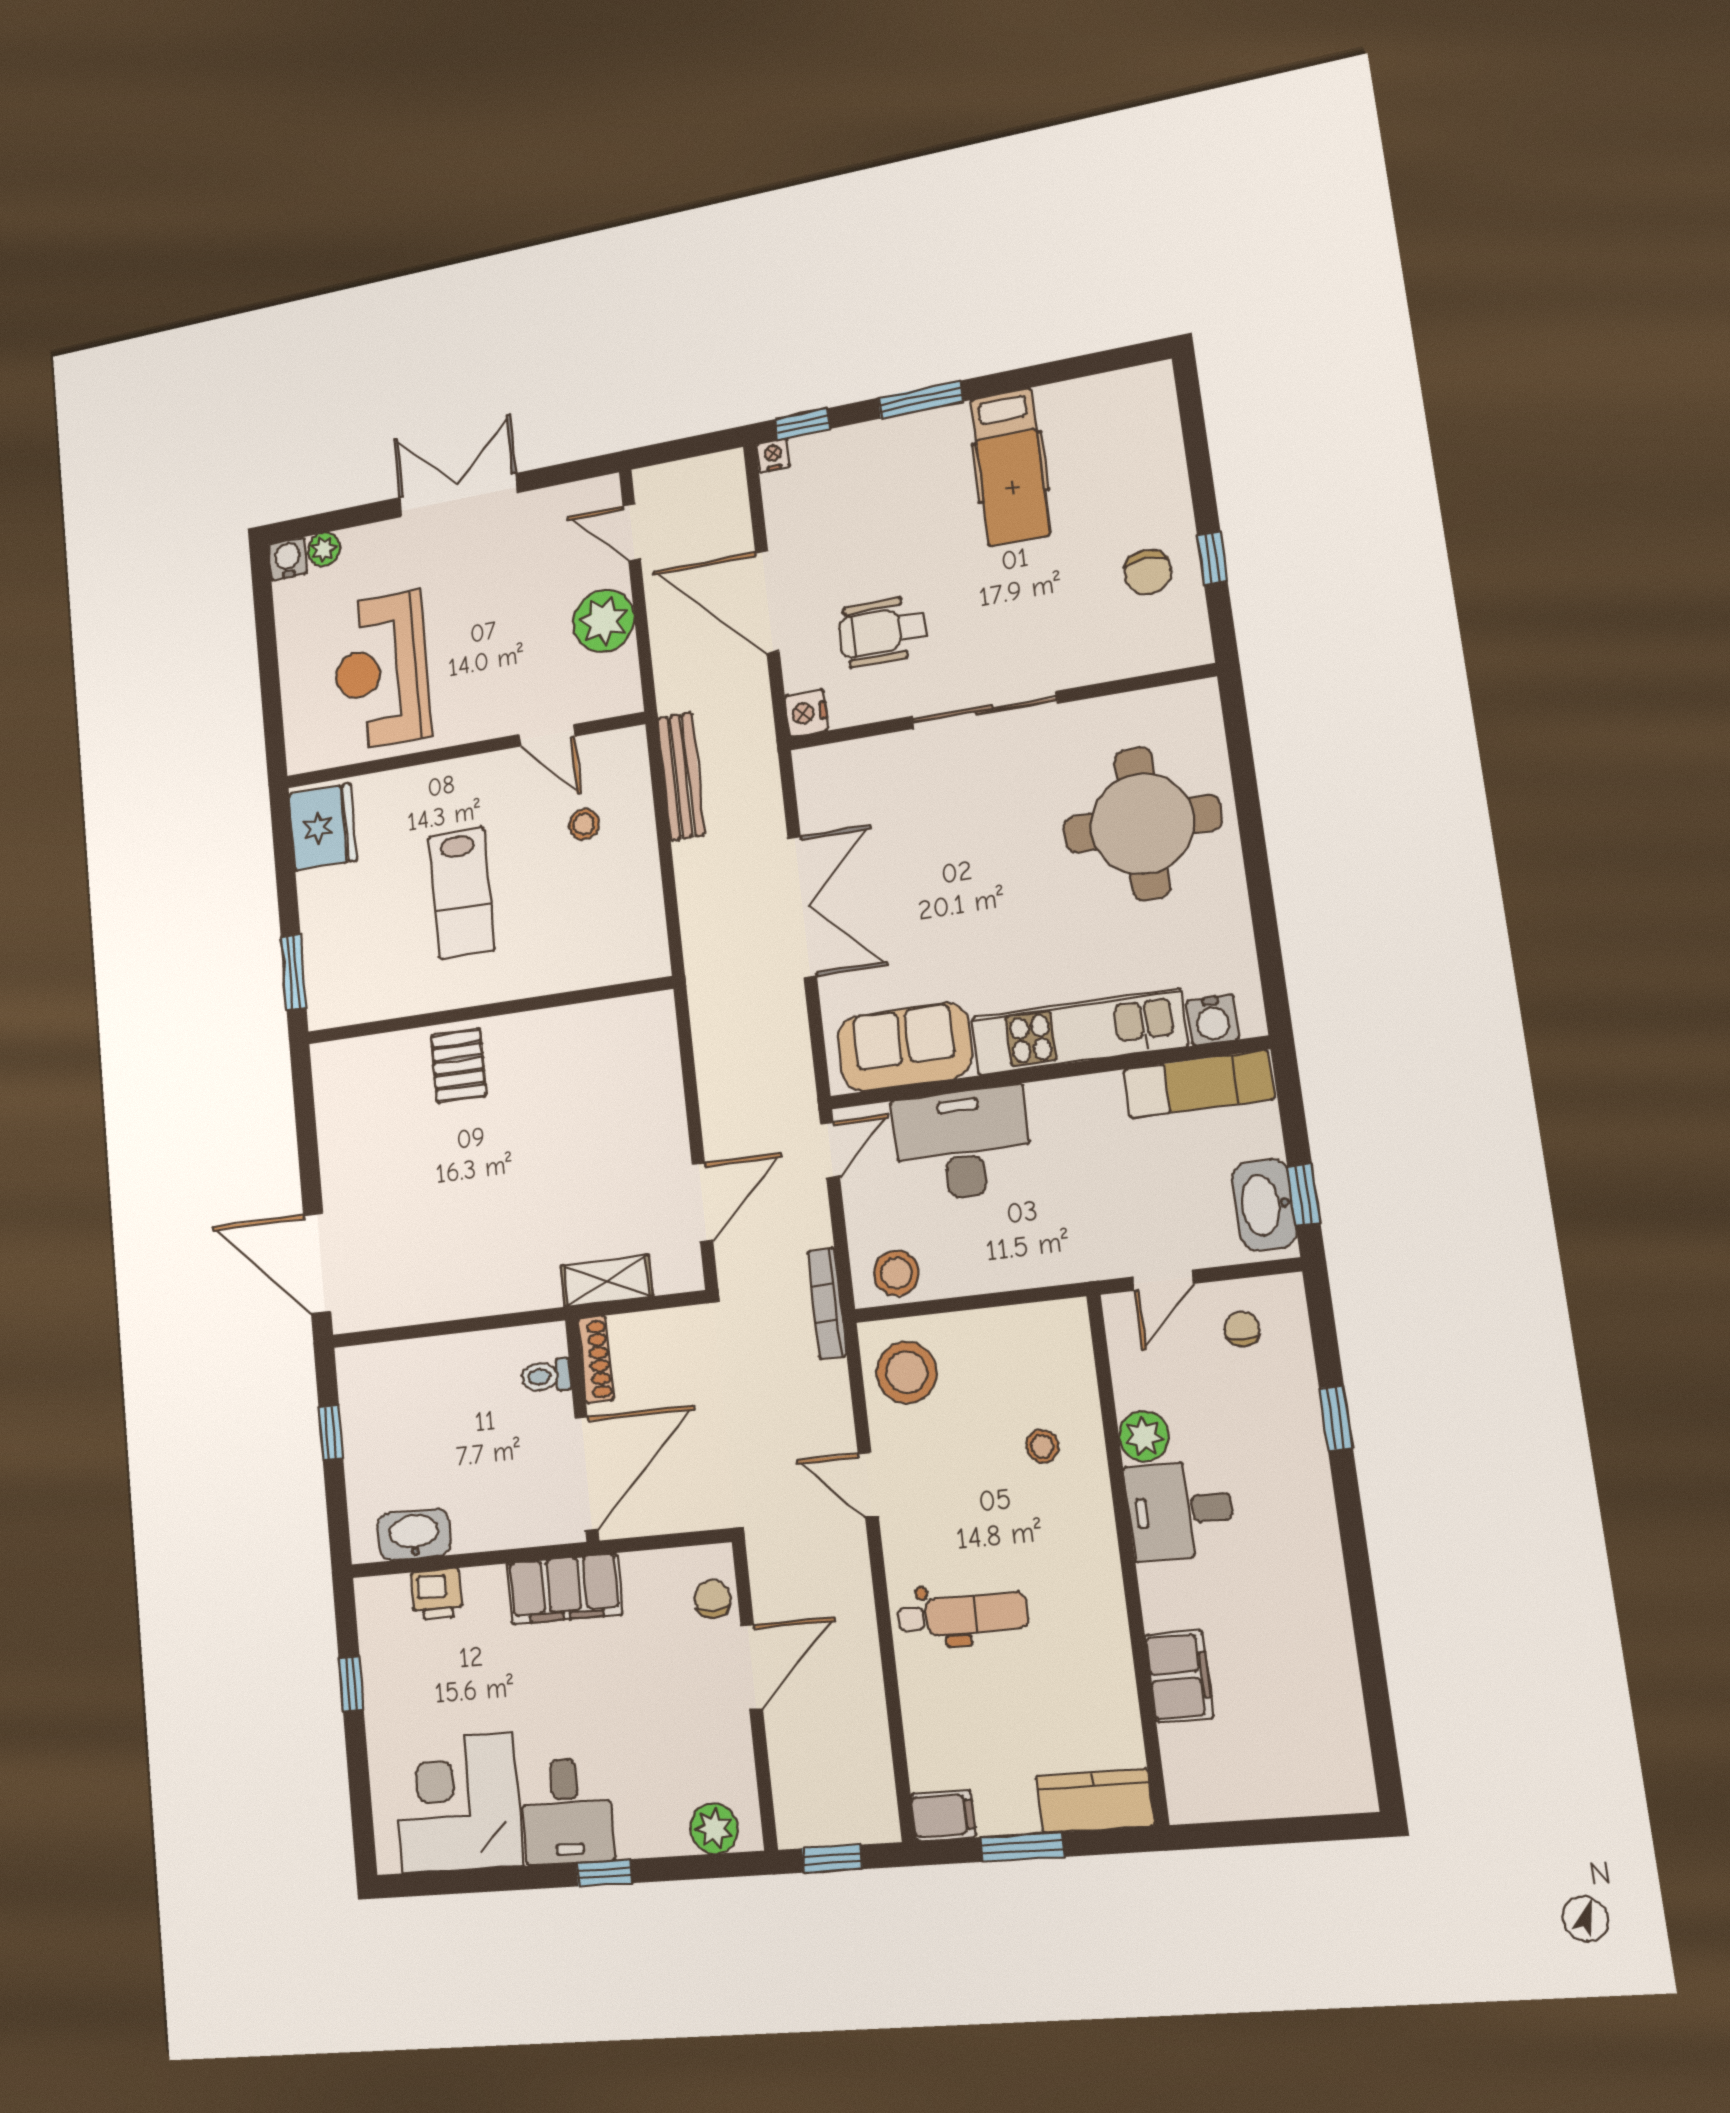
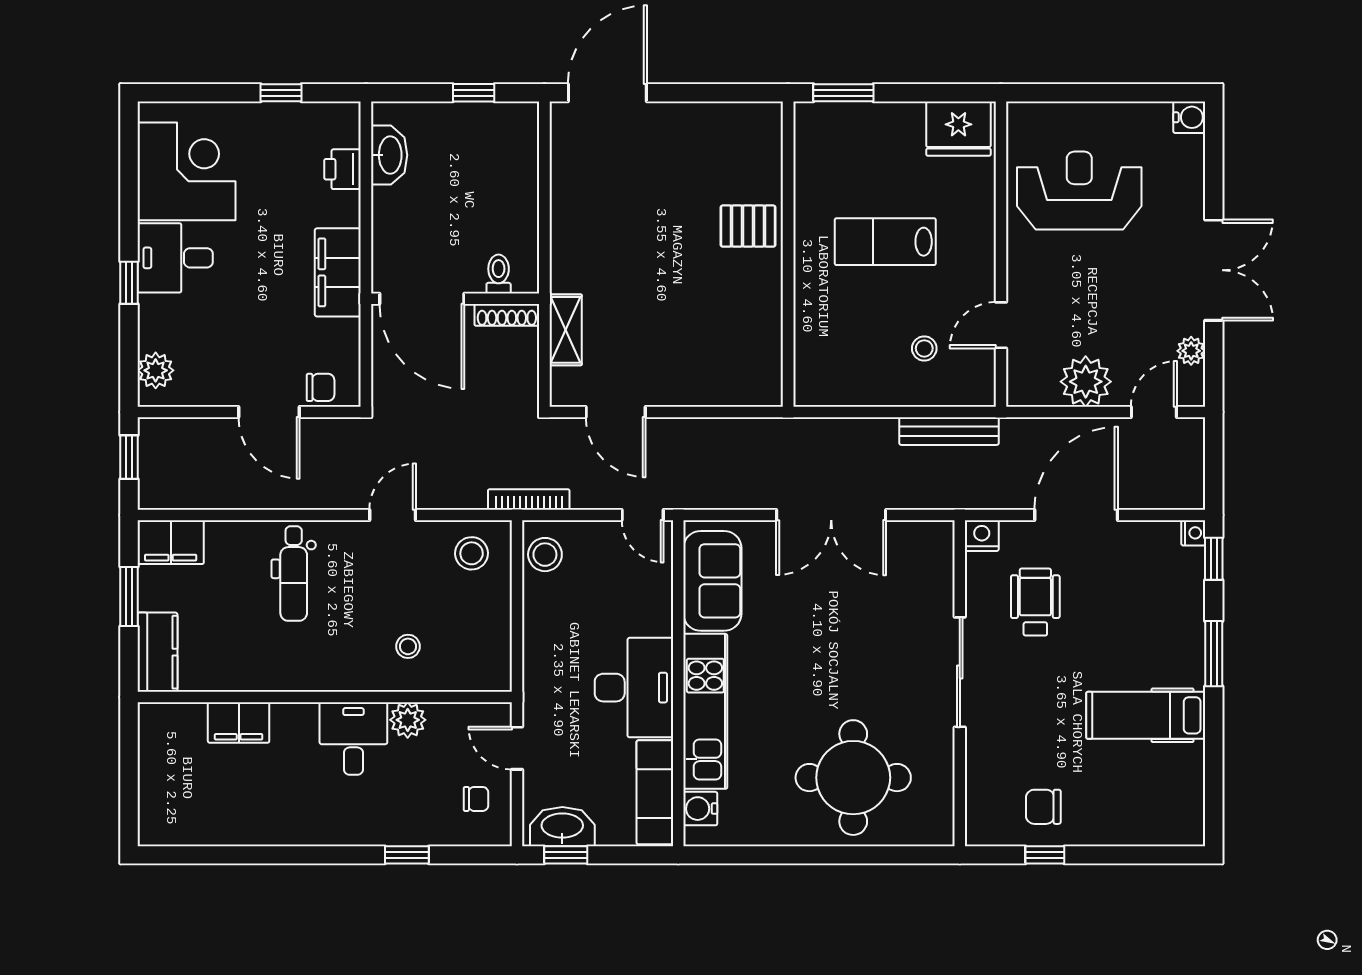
plant: (324, 549) -> (1191, 351), moved
desk: (962, 1144) -> (634, 688), moved
stool: (906, 1372) -> (472, 553), width x0.73, depth x0.73
filing cabinet: (943, 1816) -> (171, 542), width x2.00

